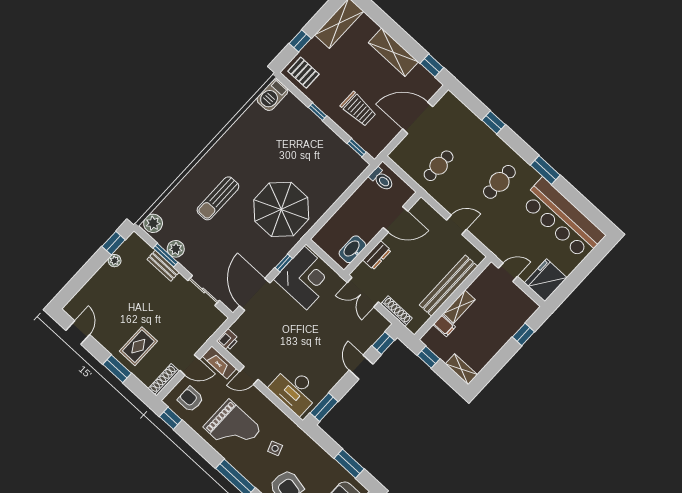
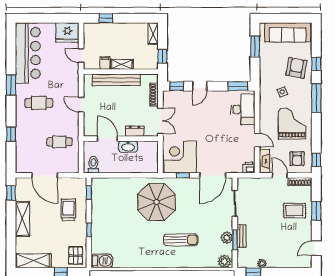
washbasin: (352, 249) -> (128, 147), moved
filing cabinet: (444, 326) -> (105, 63), moved

